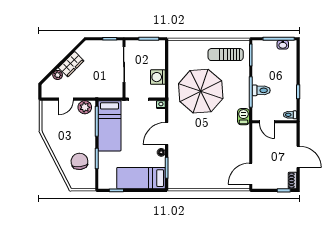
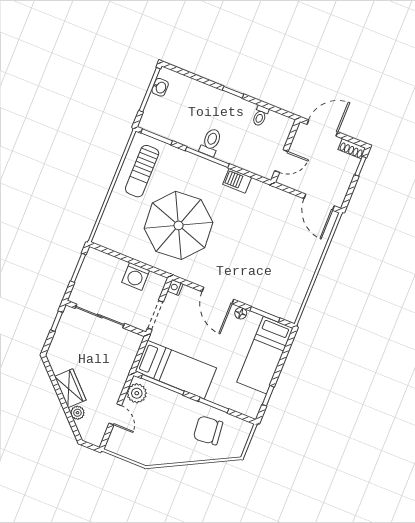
door: (267, 122) -> (281, 161), moved
wall: (274, 122) -> (285, 151), moved

